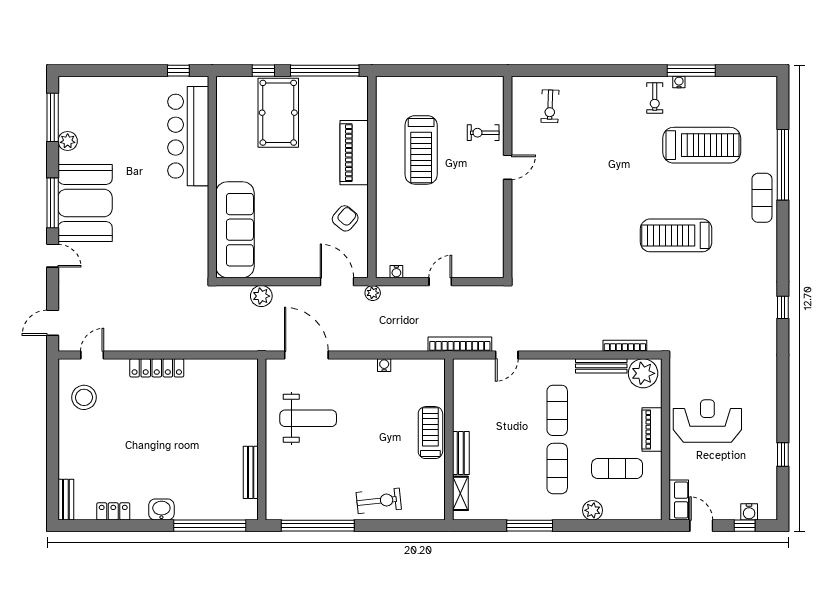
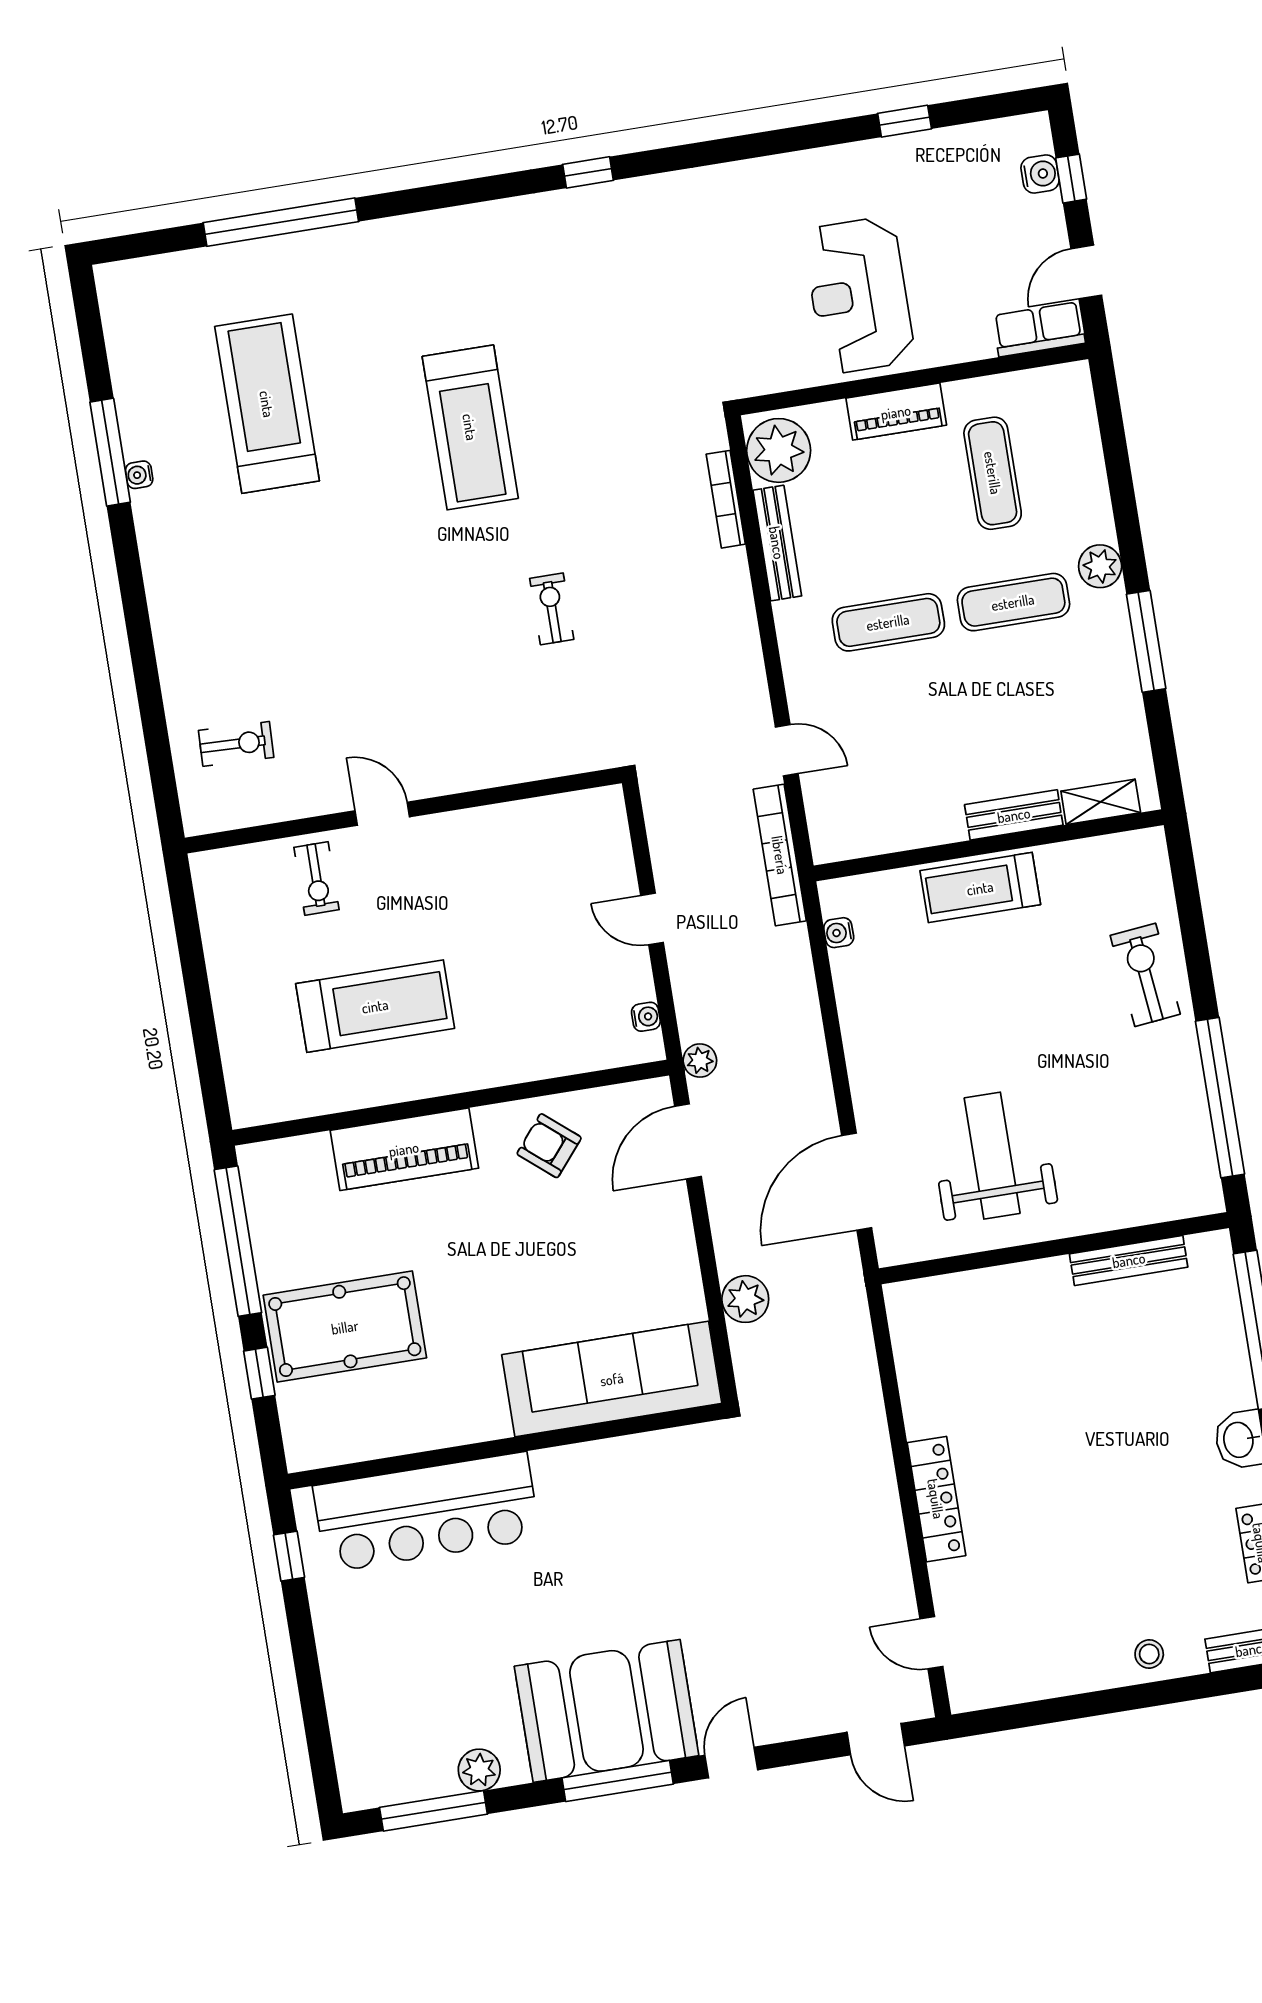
exercise bike: (655, 98) -> (552, 609), moved, turned -90
exercise mat: (762, 198) -> (359, 256), removed
water cooler: (384, 365) -> (839, 933), moved
stool: (84, 397) -> (1149, 1654), moved, width x0.53, depth x0.53
plant: (592, 510) -> (1100, 566), moved

